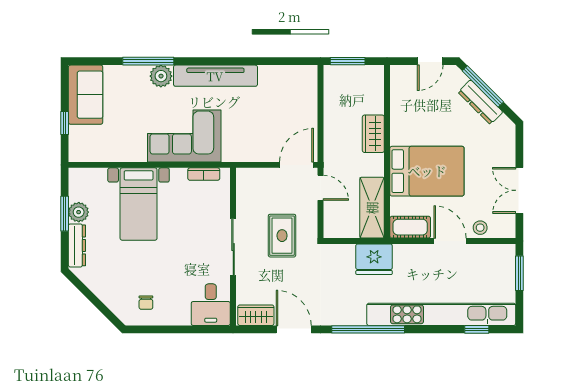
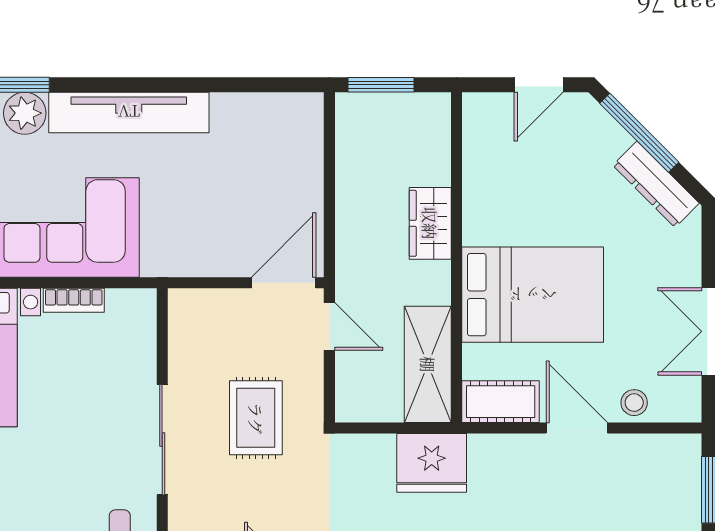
dresser: (480, 102) -> (656, 184), moved
bookcase: (204, 174) -> (74, 300), moved

